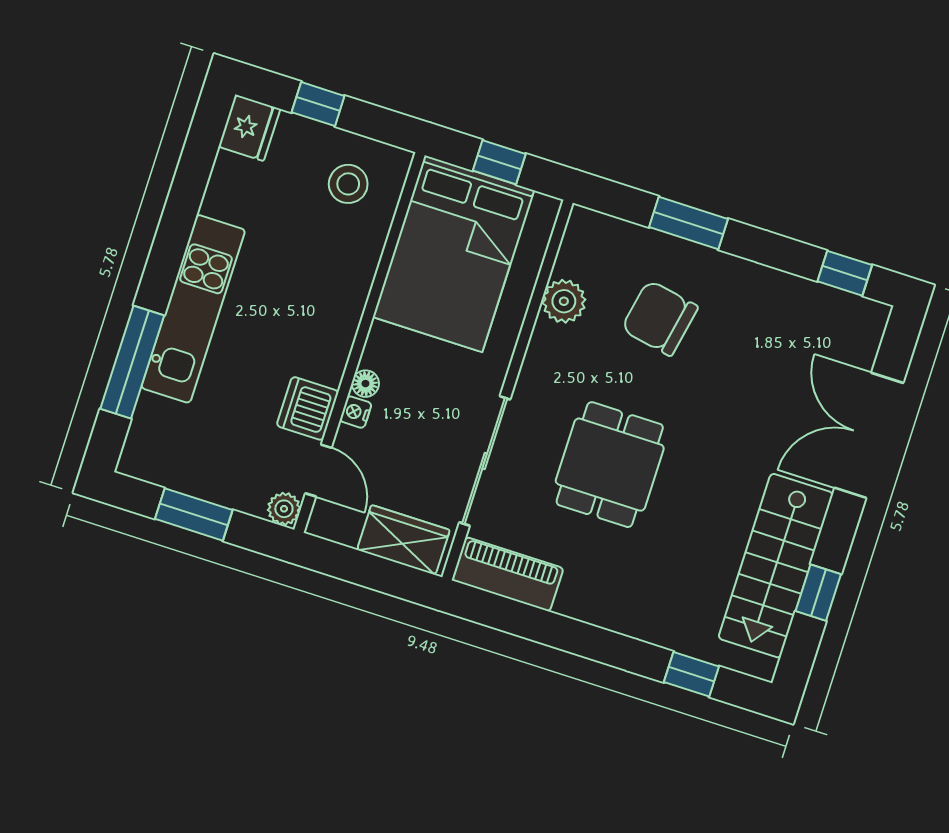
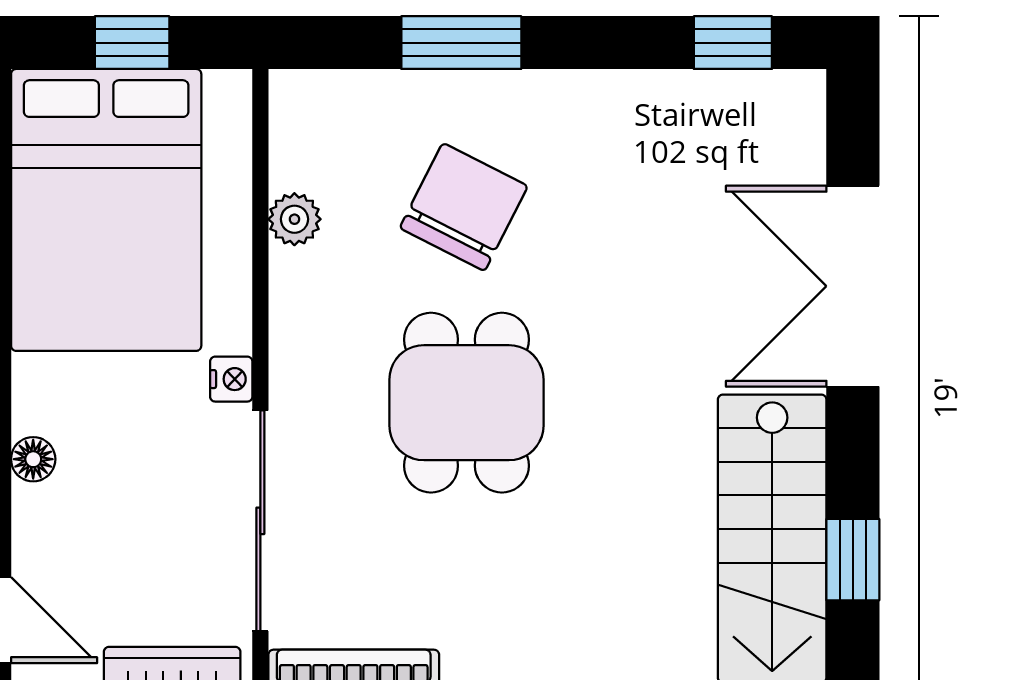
plant: (564, 301) -> (294, 219), width x0.73, depth x0.73
chair: (660, 318) -> (464, 207), turned 106
nightstand: (356, 412) -> (231, 379), moved, turned 180
dining table: (610, 465) -> (466, 403), moved

